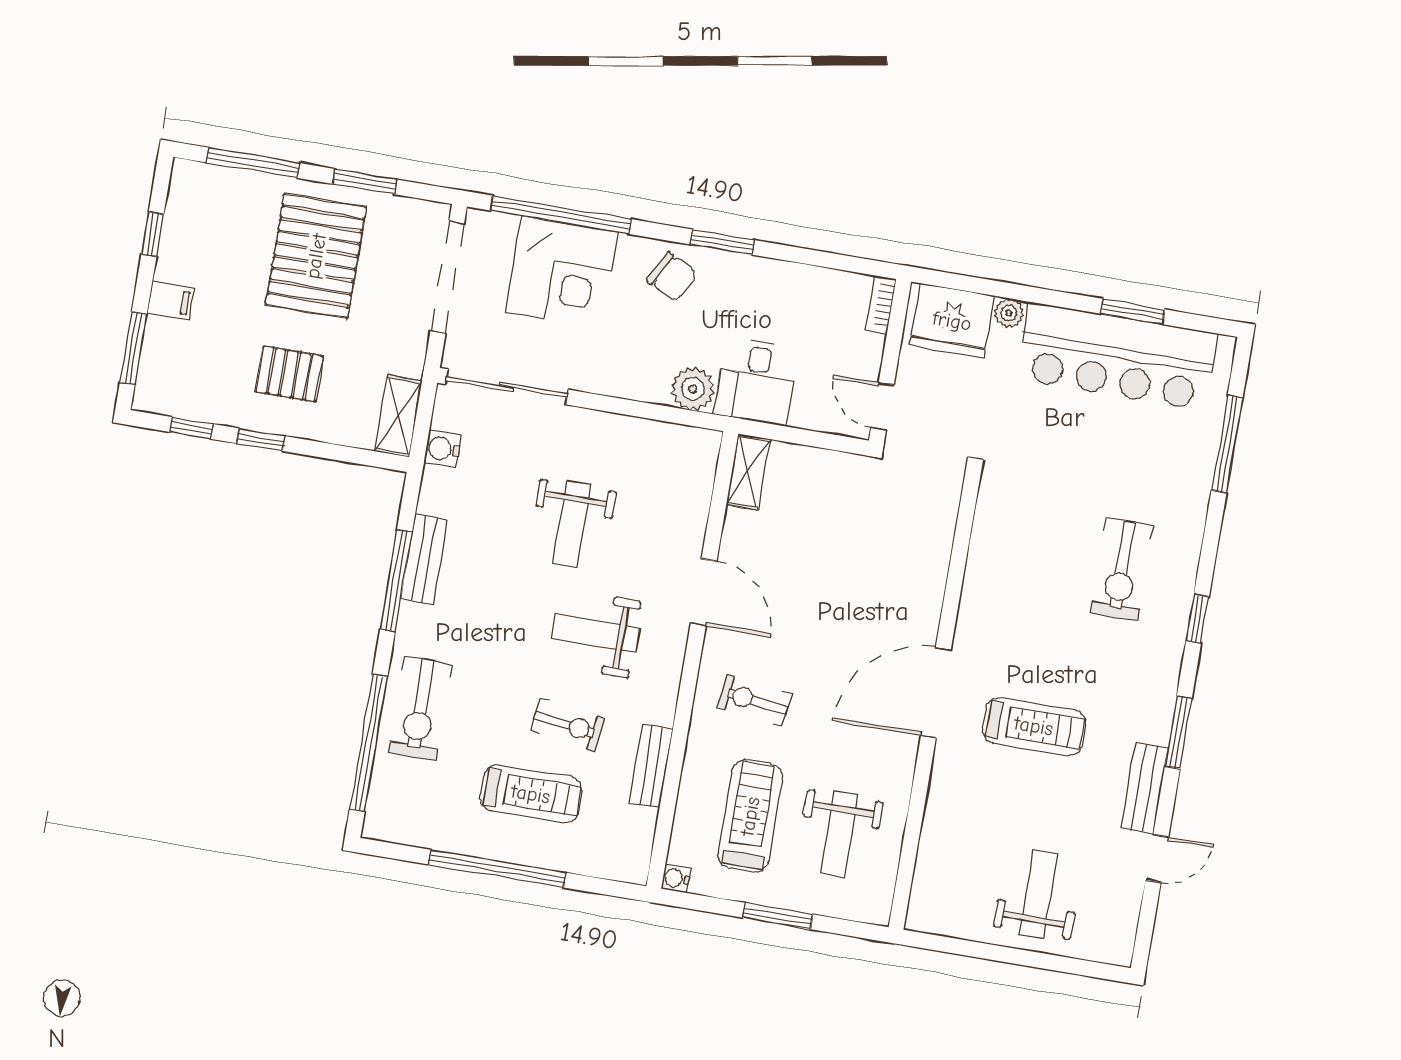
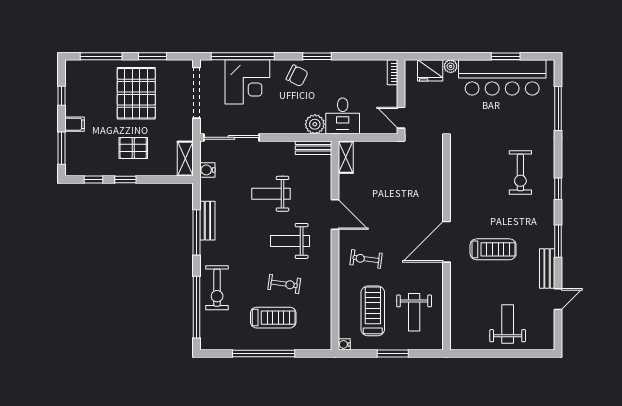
fridge: (952, 321) -> (430, 70), width x0.73, depth x0.75
weight bench: (572, 524) -> (271, 194), turned 90
bench: (651, 766) -> (314, 148), moved, turned 90

